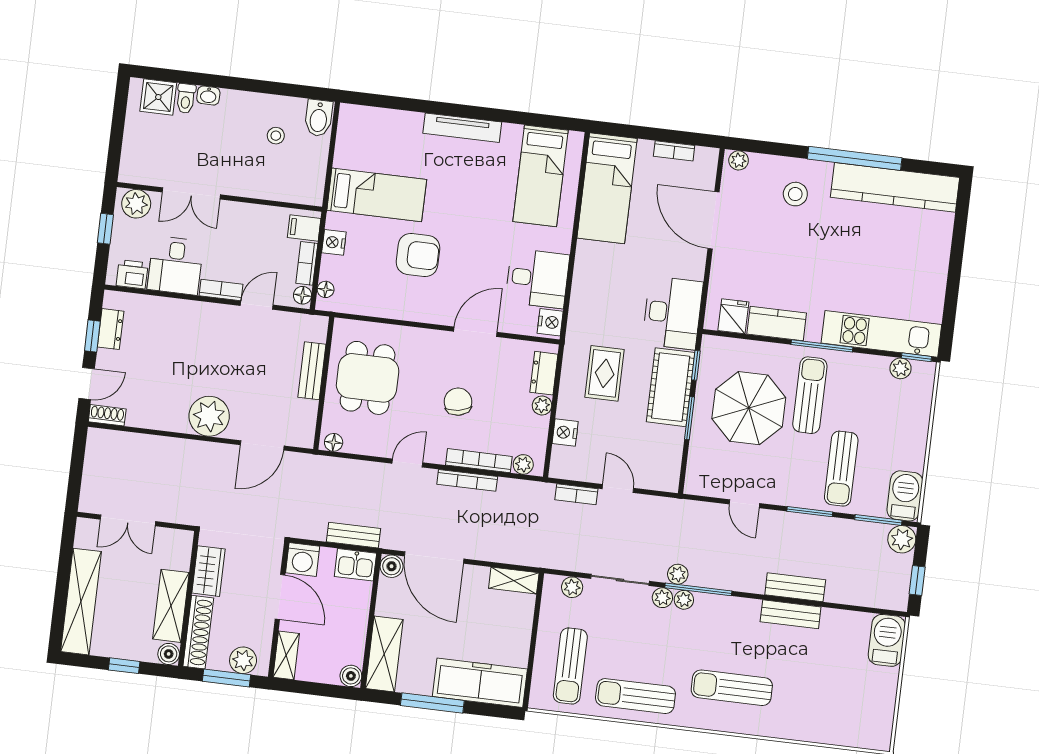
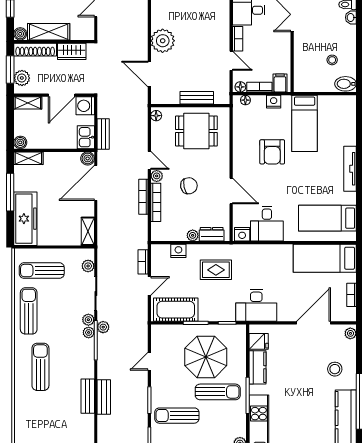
cot: (671, 387) -> (176, 310), moved
plant: (523, 464) -> (157, 176), moved
shelving: (384, 654) -> (28, 158), width x0.67, depth x0.75

